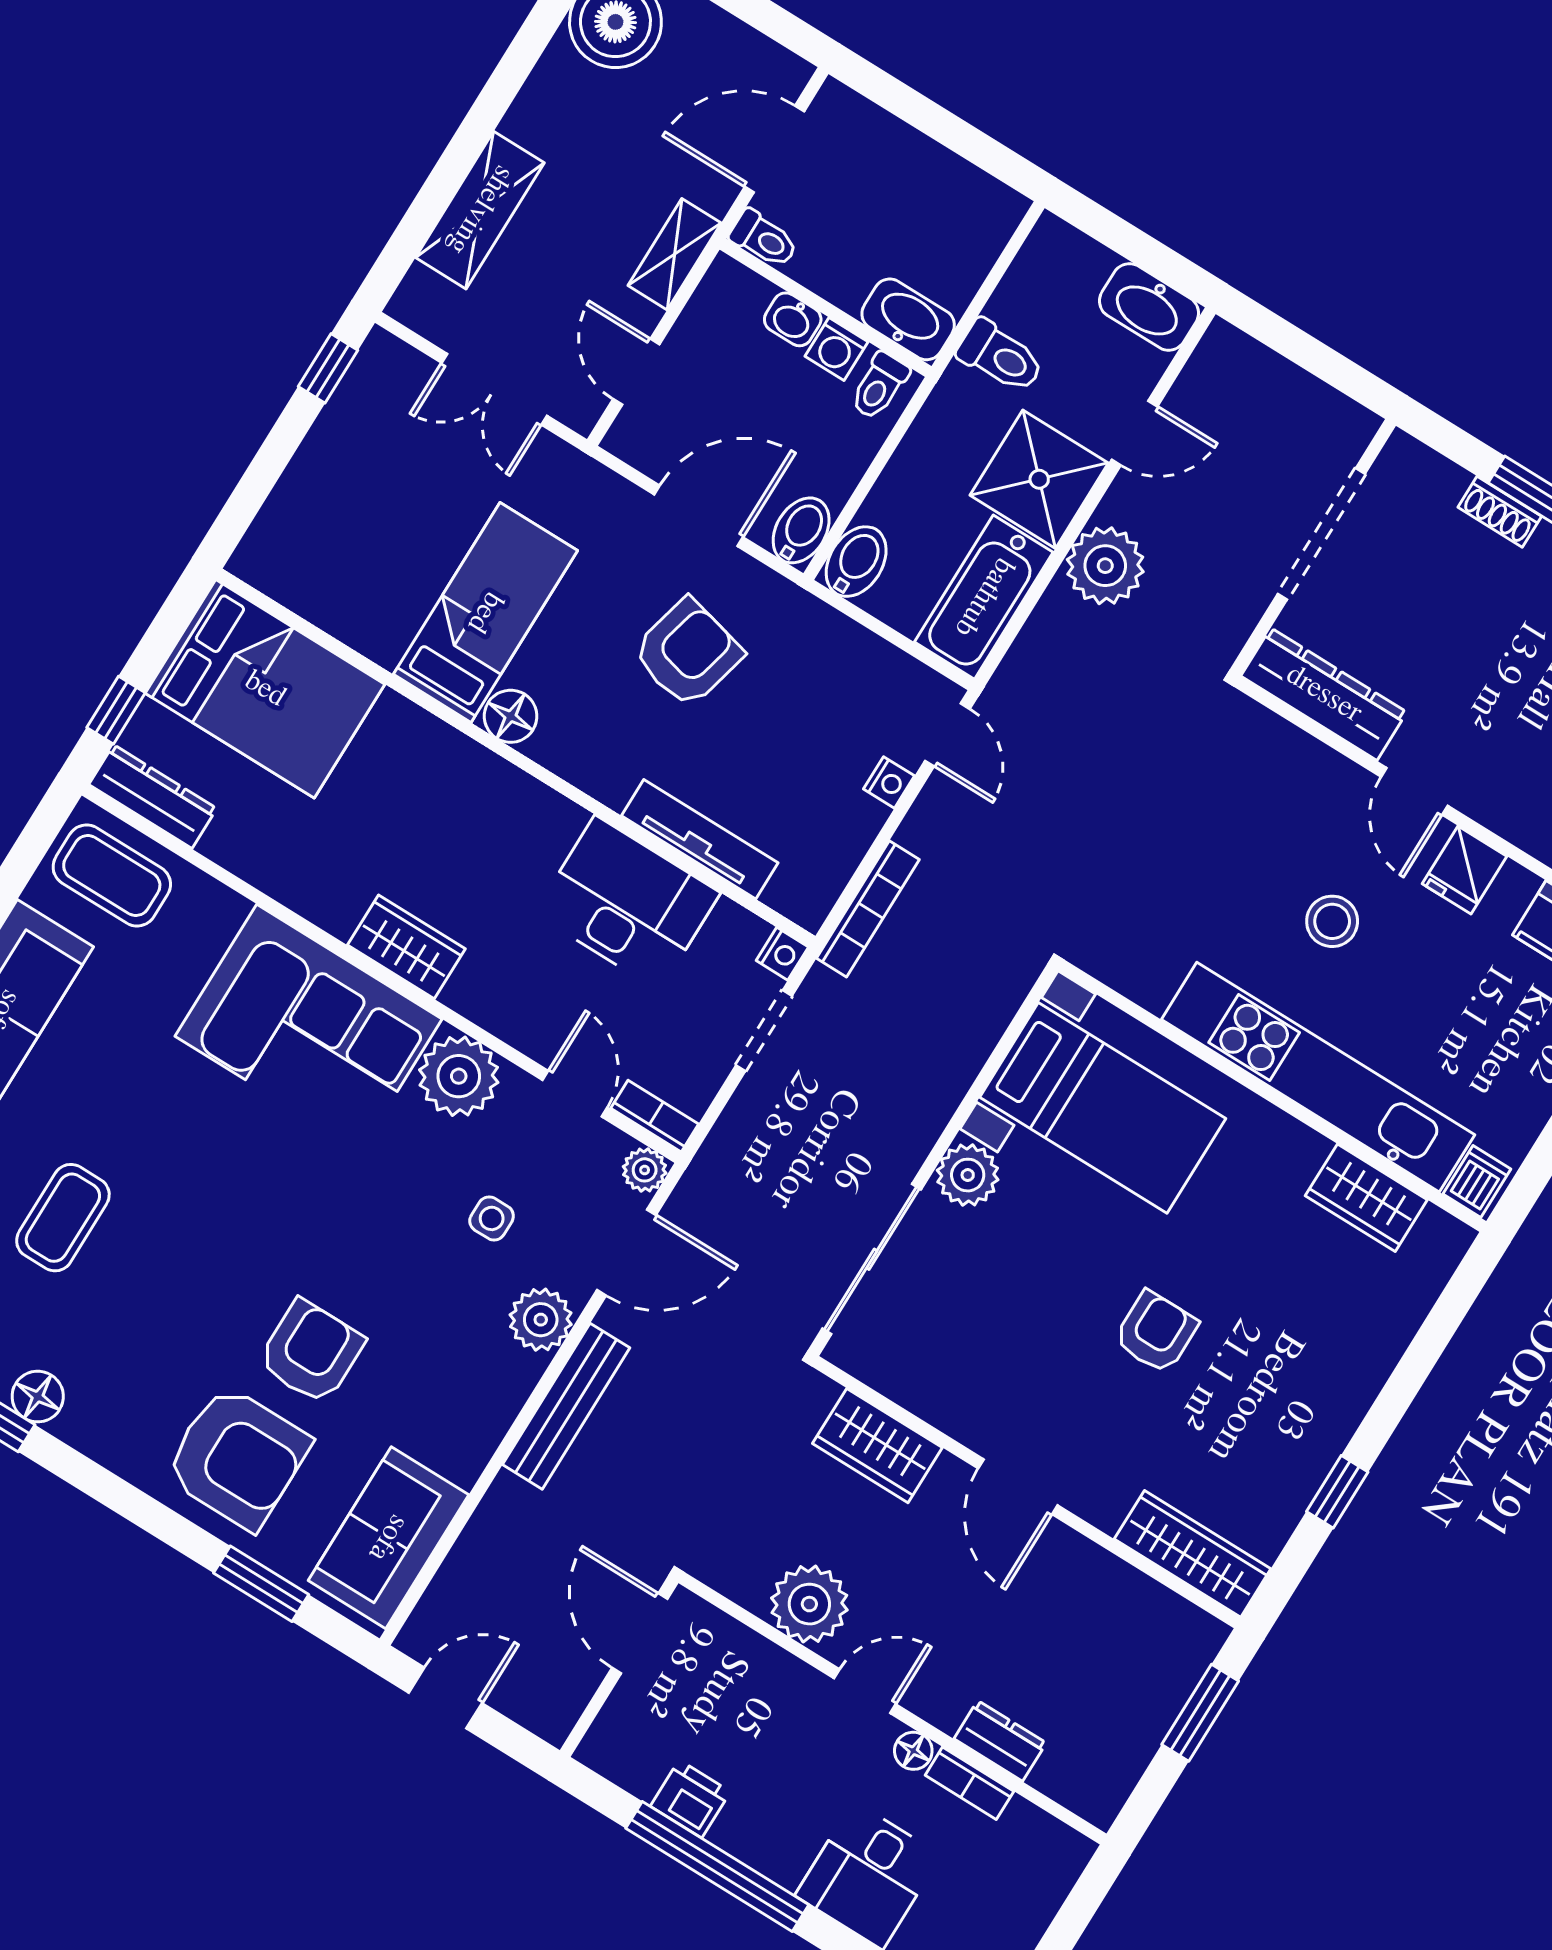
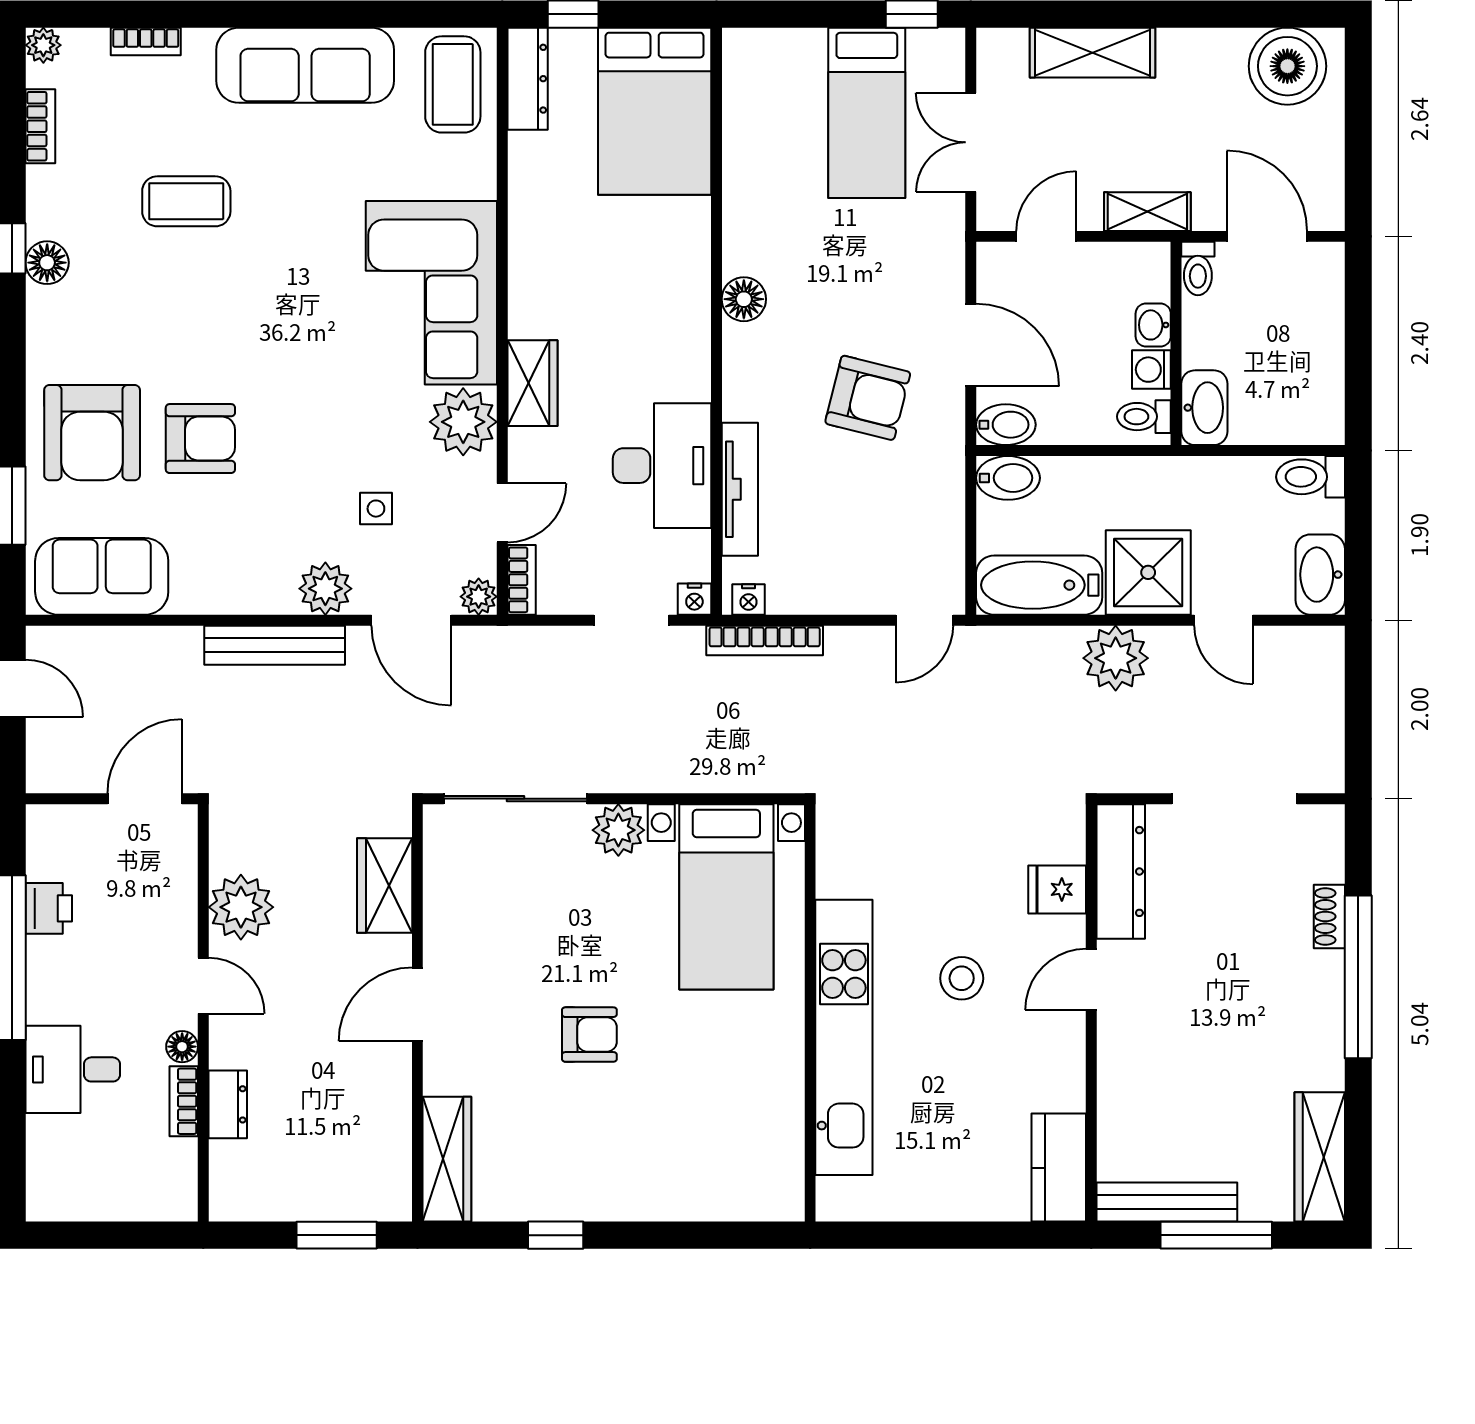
toilet: (1000, 356) -> (1310, 477), moved, turned 90
bed: (485, 612) -> (867, 113), moved, turned 90
nightstand: (889, 782) -> (748, 600), moved
fridge: (1464, 870) -> (1057, 889), moved
wardrobe: (406, 947) -> (532, 383), moved
dishwasher: (1477, 1182) -> (840, 1197), removed
wardrobe: (1366, 1198) -> (779, 1125), removed

